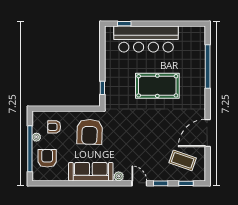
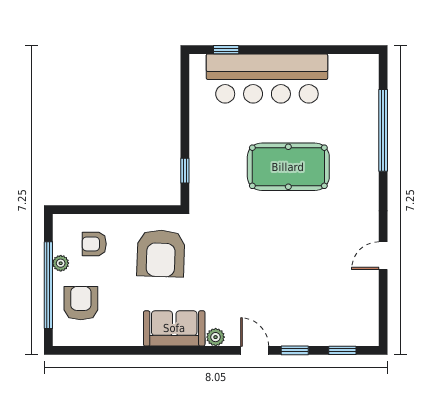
door: (208, 133) -> (383, 256), width x0.53
coffee table: (183, 160) -> (336, 307), removed
sofa: (91, 172) -> (174, 328), width x0.73

